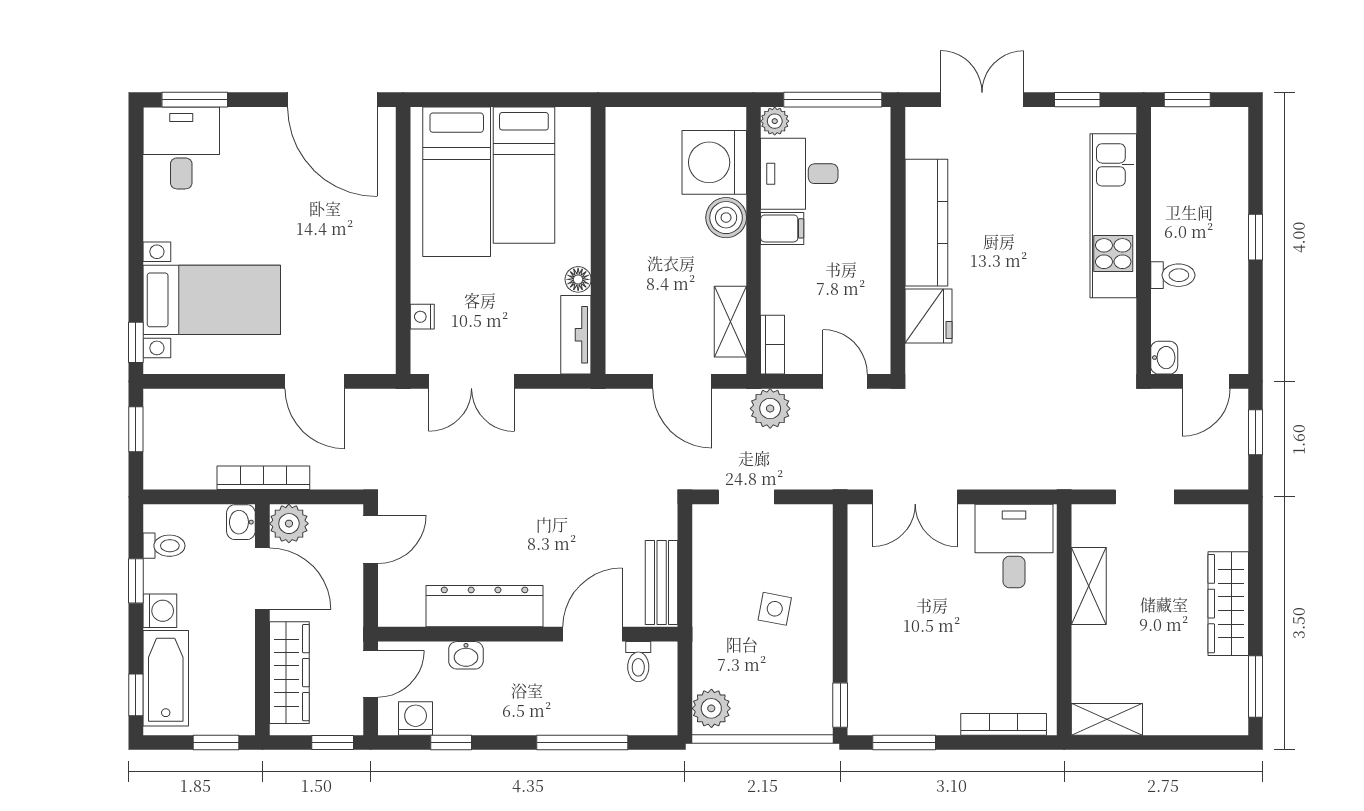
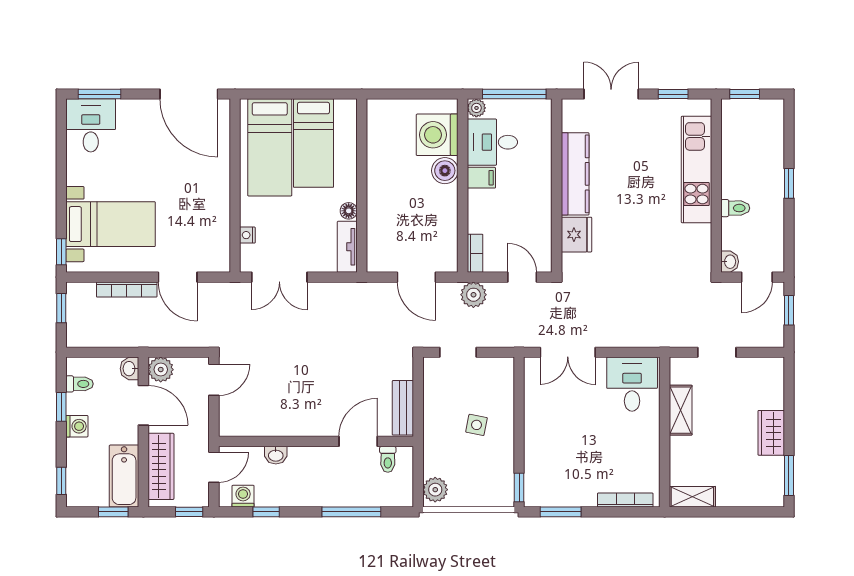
shelving: (730, 322) -> (448, 238), removed
bookcase: (263, 478) -> (127, 290), moved, turned 180
wardrobe: (1228, 604) -> (771, 433), width x0.67
dresser: (485, 606) -> (288, 423), removed
bathtub: (166, 678) -> (124, 476), moved, turned 180

